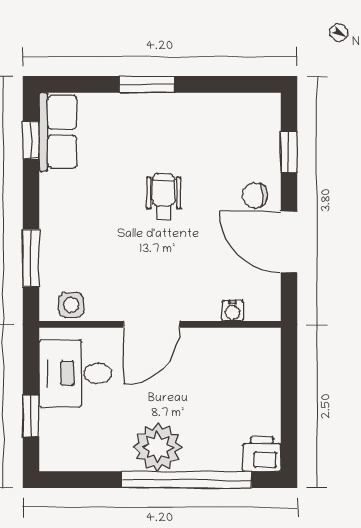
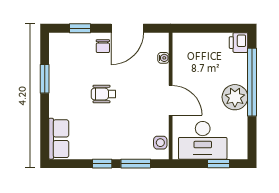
window: (147, 84) -> (45, 79), moved
row of seats: (58, 132) -> (59, 139), moved, turned 90
window: (31, 140) -> (102, 164), moved
desk: (75, 373) -> (203, 140), width x1.37

